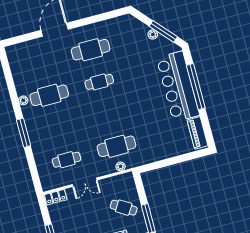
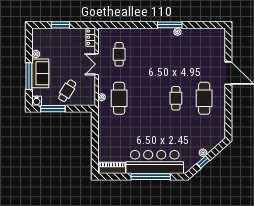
window: (163, 31) -> (203, 162), width x0.46
cafe table: (49, 95) -> (176, 54), removed
window: (24, 133) -> (170, 25), moved

